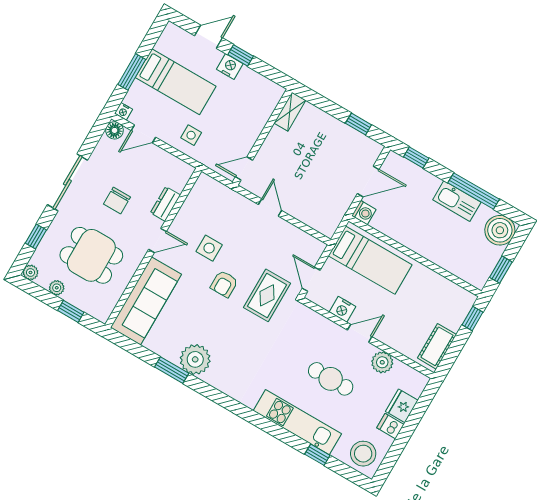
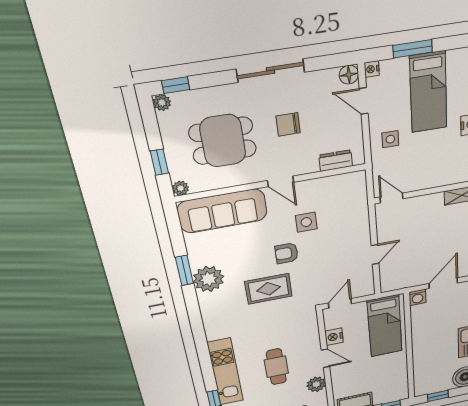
door: (368, 181) -> (443, 283), swing flipped
dresser: (165, 204) -> (336, 161), moved
door: (270, 207) -> (375, 254), moved
window: (36, 236) -> (176, 85), moved
dining table: (91, 255) -> (223, 141), turned 90
plant: (57, 288) -> (181, 188), moved
rug: (267, 295) -> (268, 289), moved

